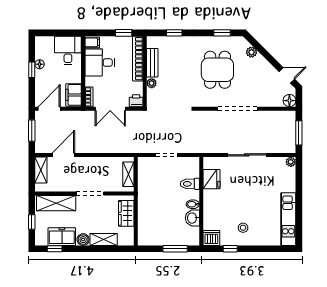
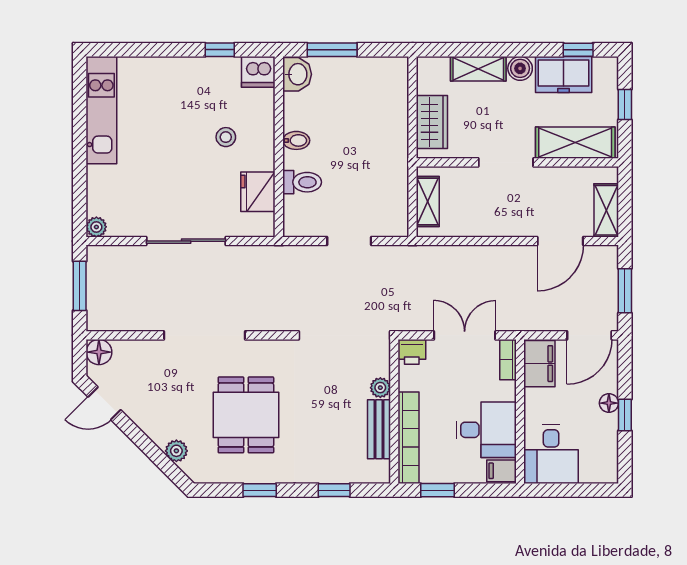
window: (222, 33) -> (260, 490), moved
floor lamp: (40, 64) -> (609, 403), moved
washbasin: (192, 218) -> (297, 74), moved
stool: (243, 228) -> (226, 137), moved

